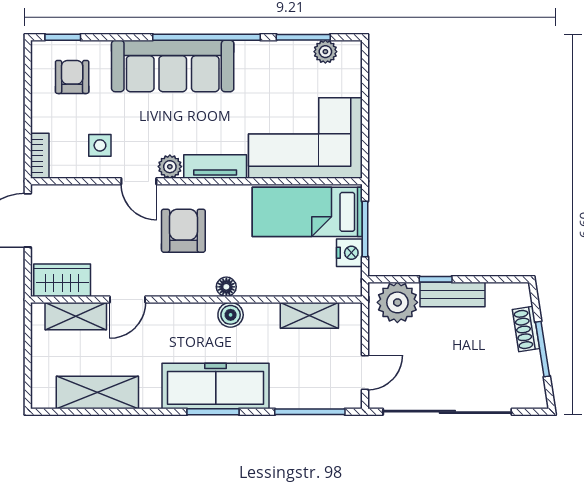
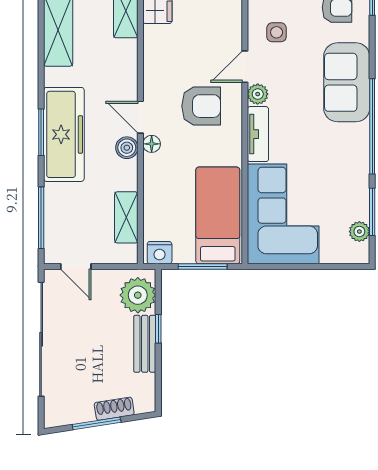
sofa: (173, 66) -> (347, 82), width x0.73
nightstand: (349, 253) -> (160, 253), moved
door: (128, 299) -> (140, 117), moved

